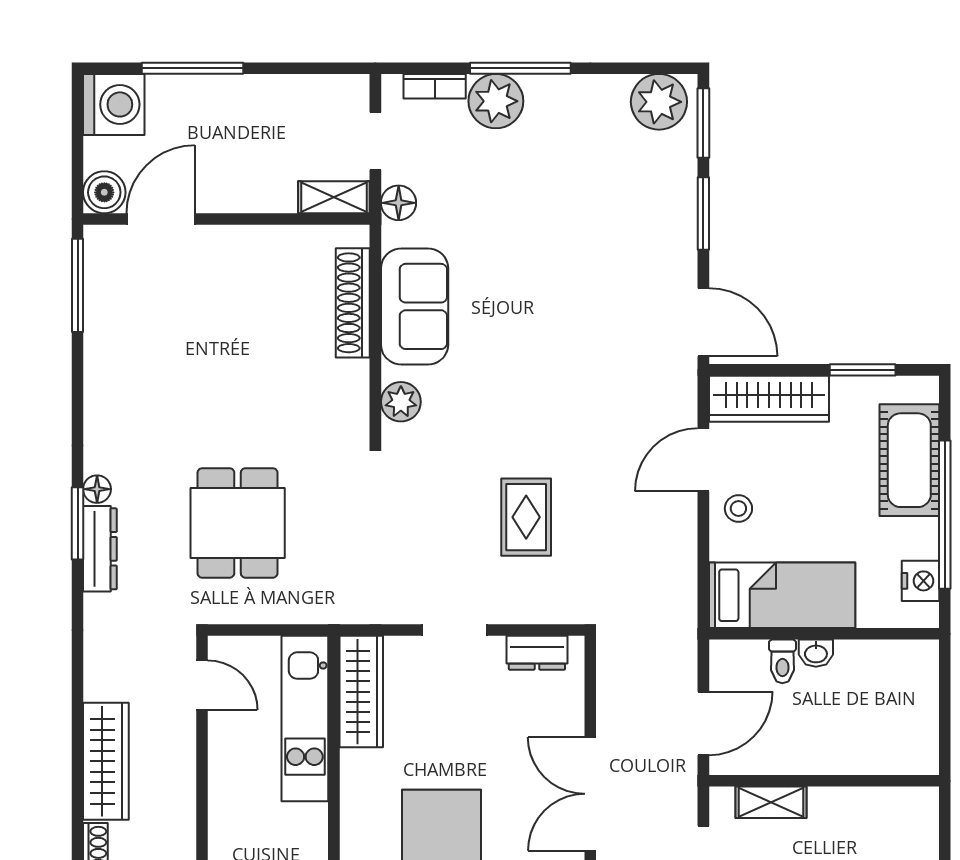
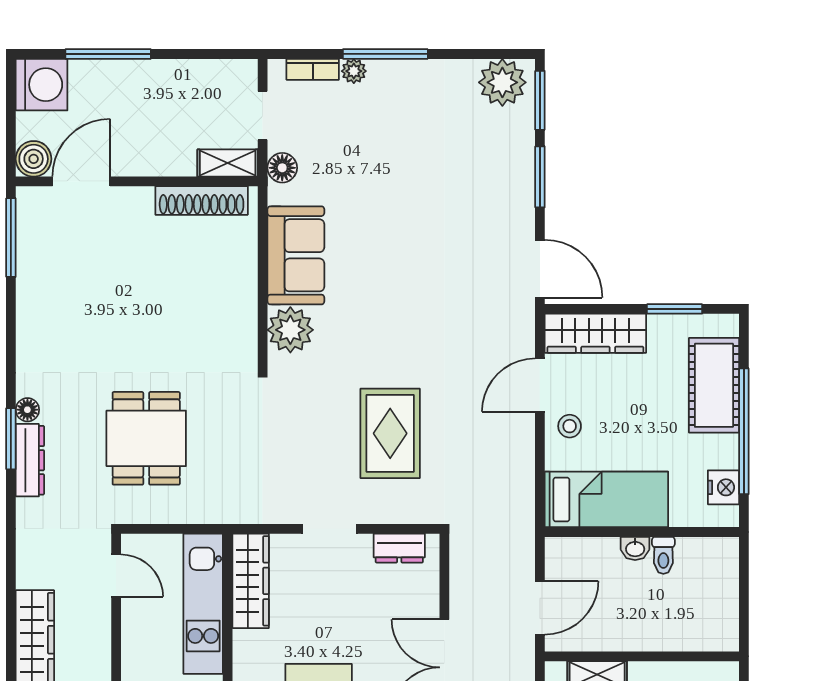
plant: (496, 101) -> (354, 71), width x0.53, depth x0.53
shoe rack: (353, 303) -> (202, 201), moved, turned -90
plant: (401, 402) -> (290, 330), width x1.36, depth x1.36
rug: (526, 517) -> (390, 433), width x1.36, depth x1.43
toilet: (782, 661) -> (663, 555), moved

